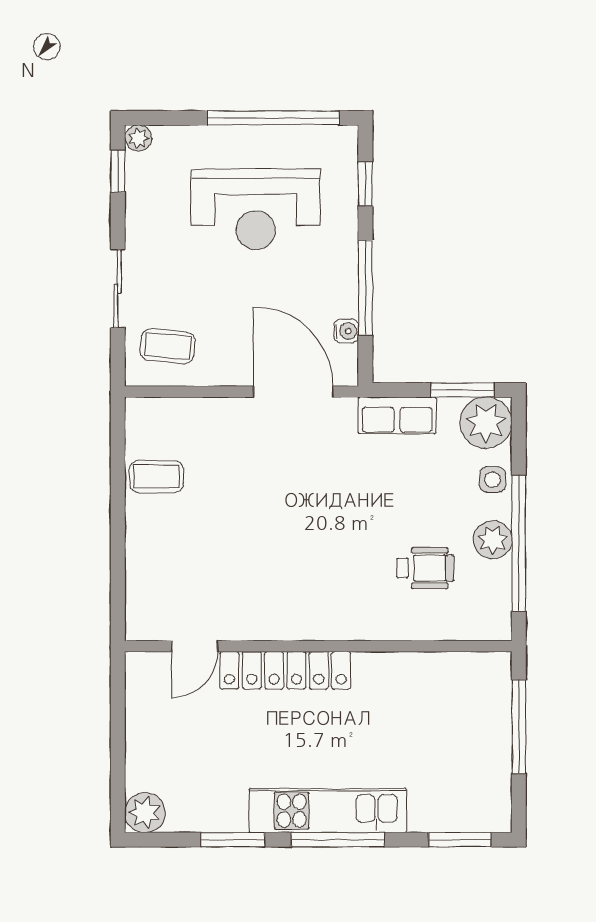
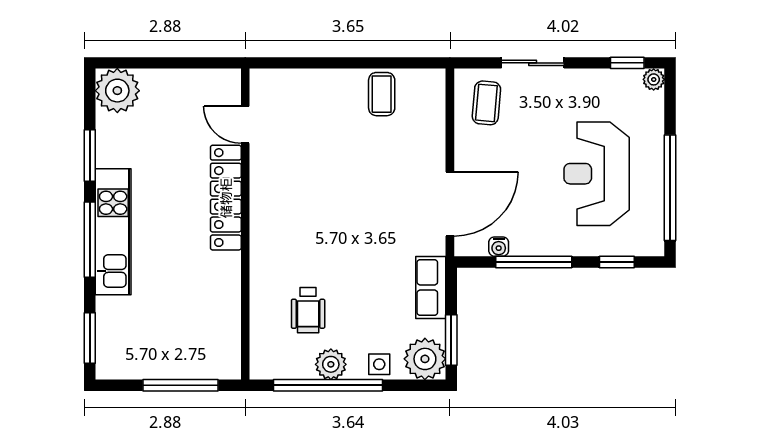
plant: (145, 813) -> (117, 91), width x1.36, depth x1.36

